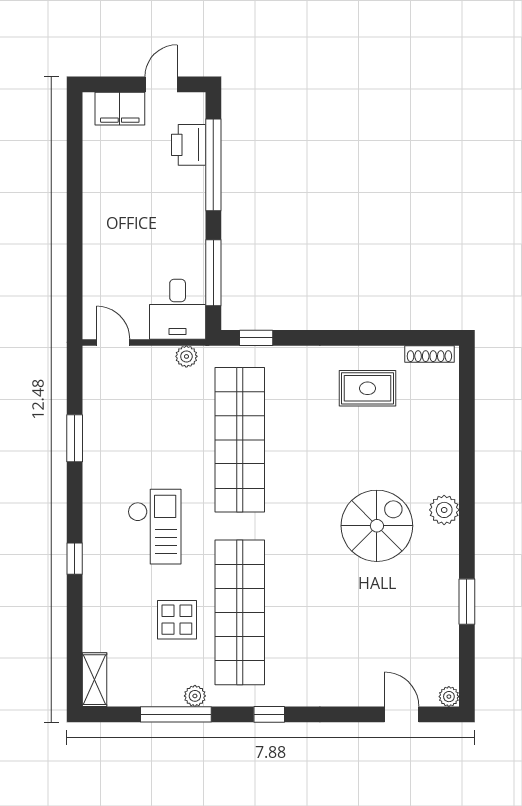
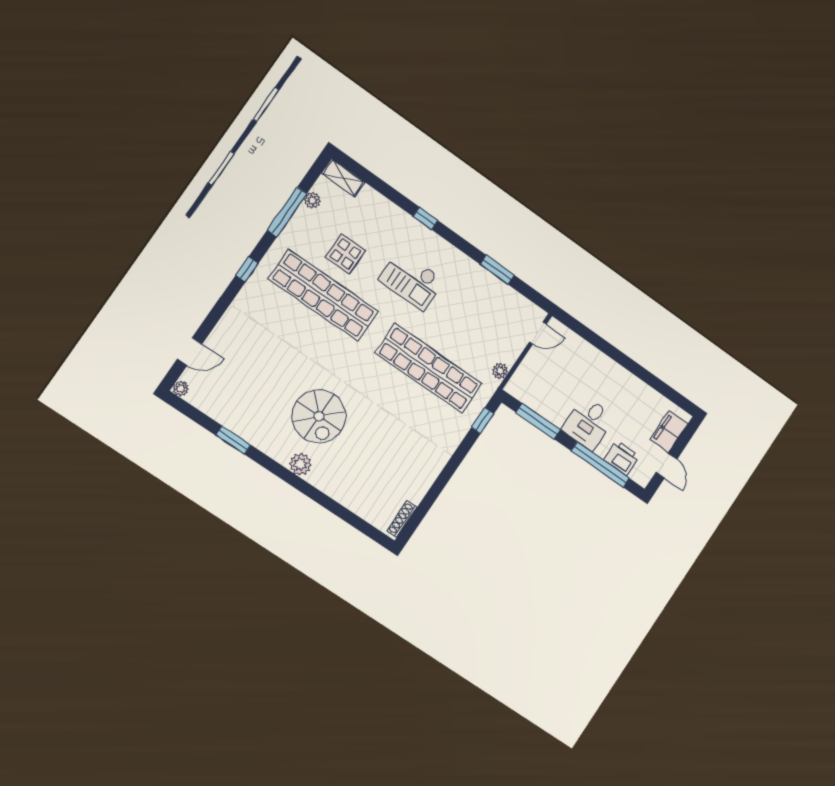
desk: (178, 309) -> (588, 423), moved, turned -90
rug: (367, 388) -> (407, 467), removed
plant: (195, 696) -> (312, 200), moved

